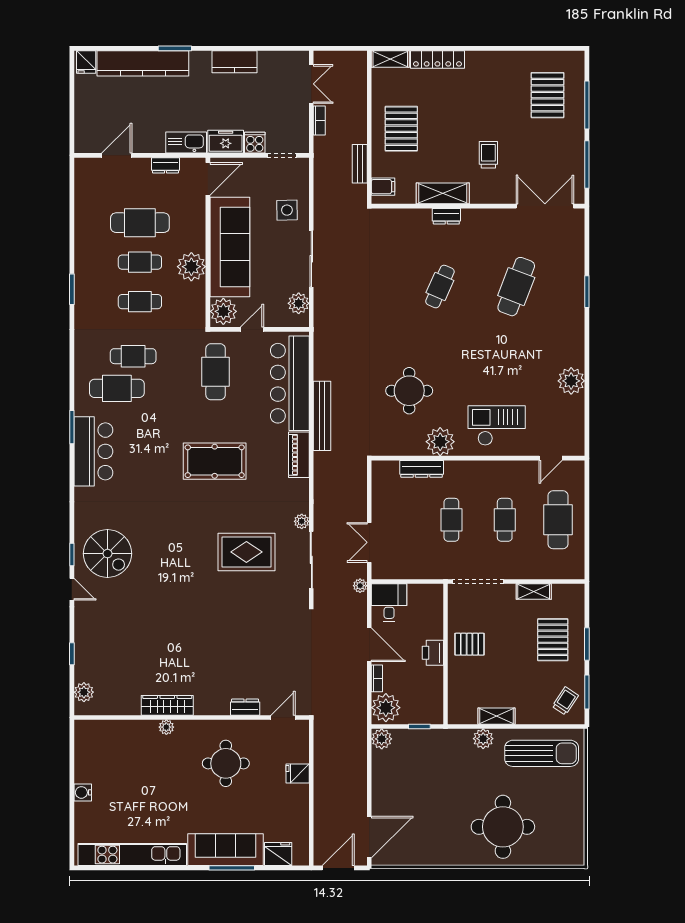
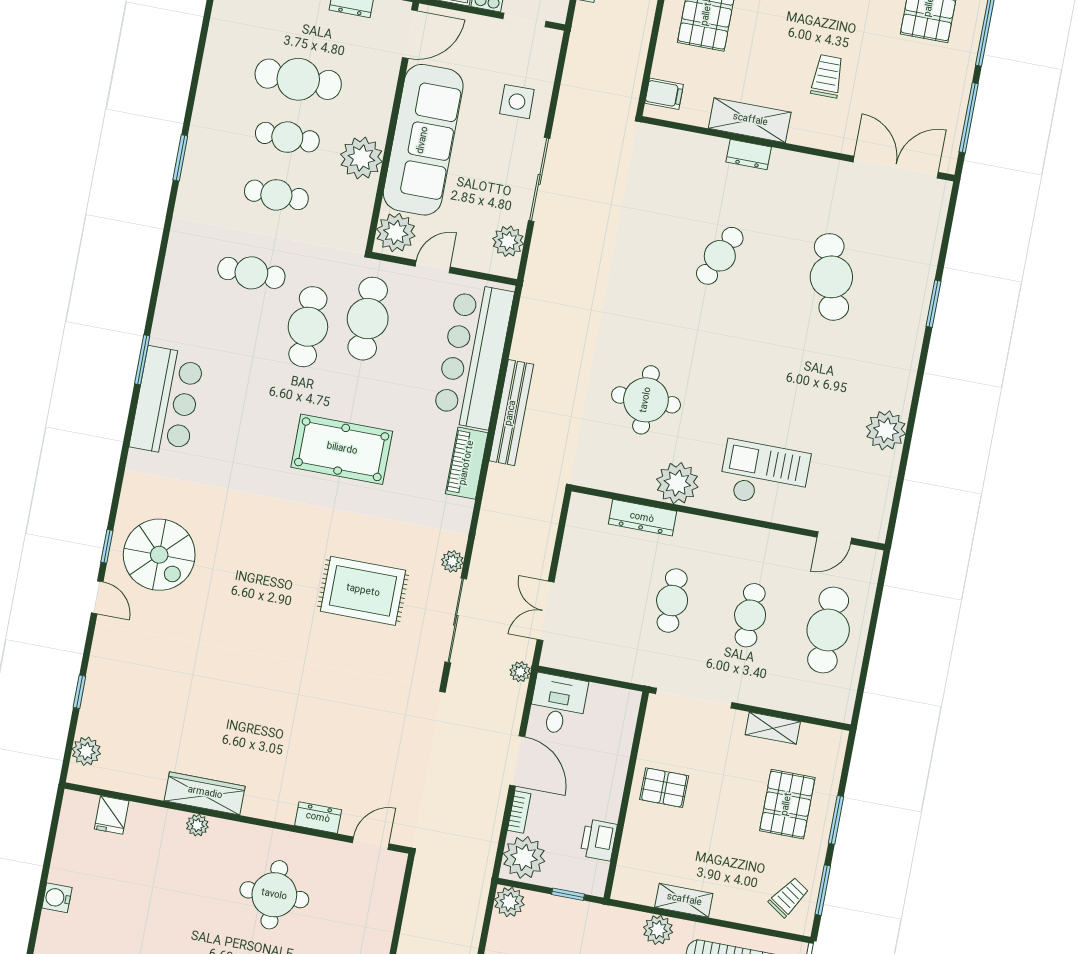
bench: (360, 164) -> (636, 54), removed
cafe table: (516, 287) -> (831, 277), turned -36
cafe table: (117, 388) -> (308, 327), moved, turned 90
printer: (433, 653) -> (599, 840), moved
fridge: (298, 774) -> (112, 815), moved, turned -90

